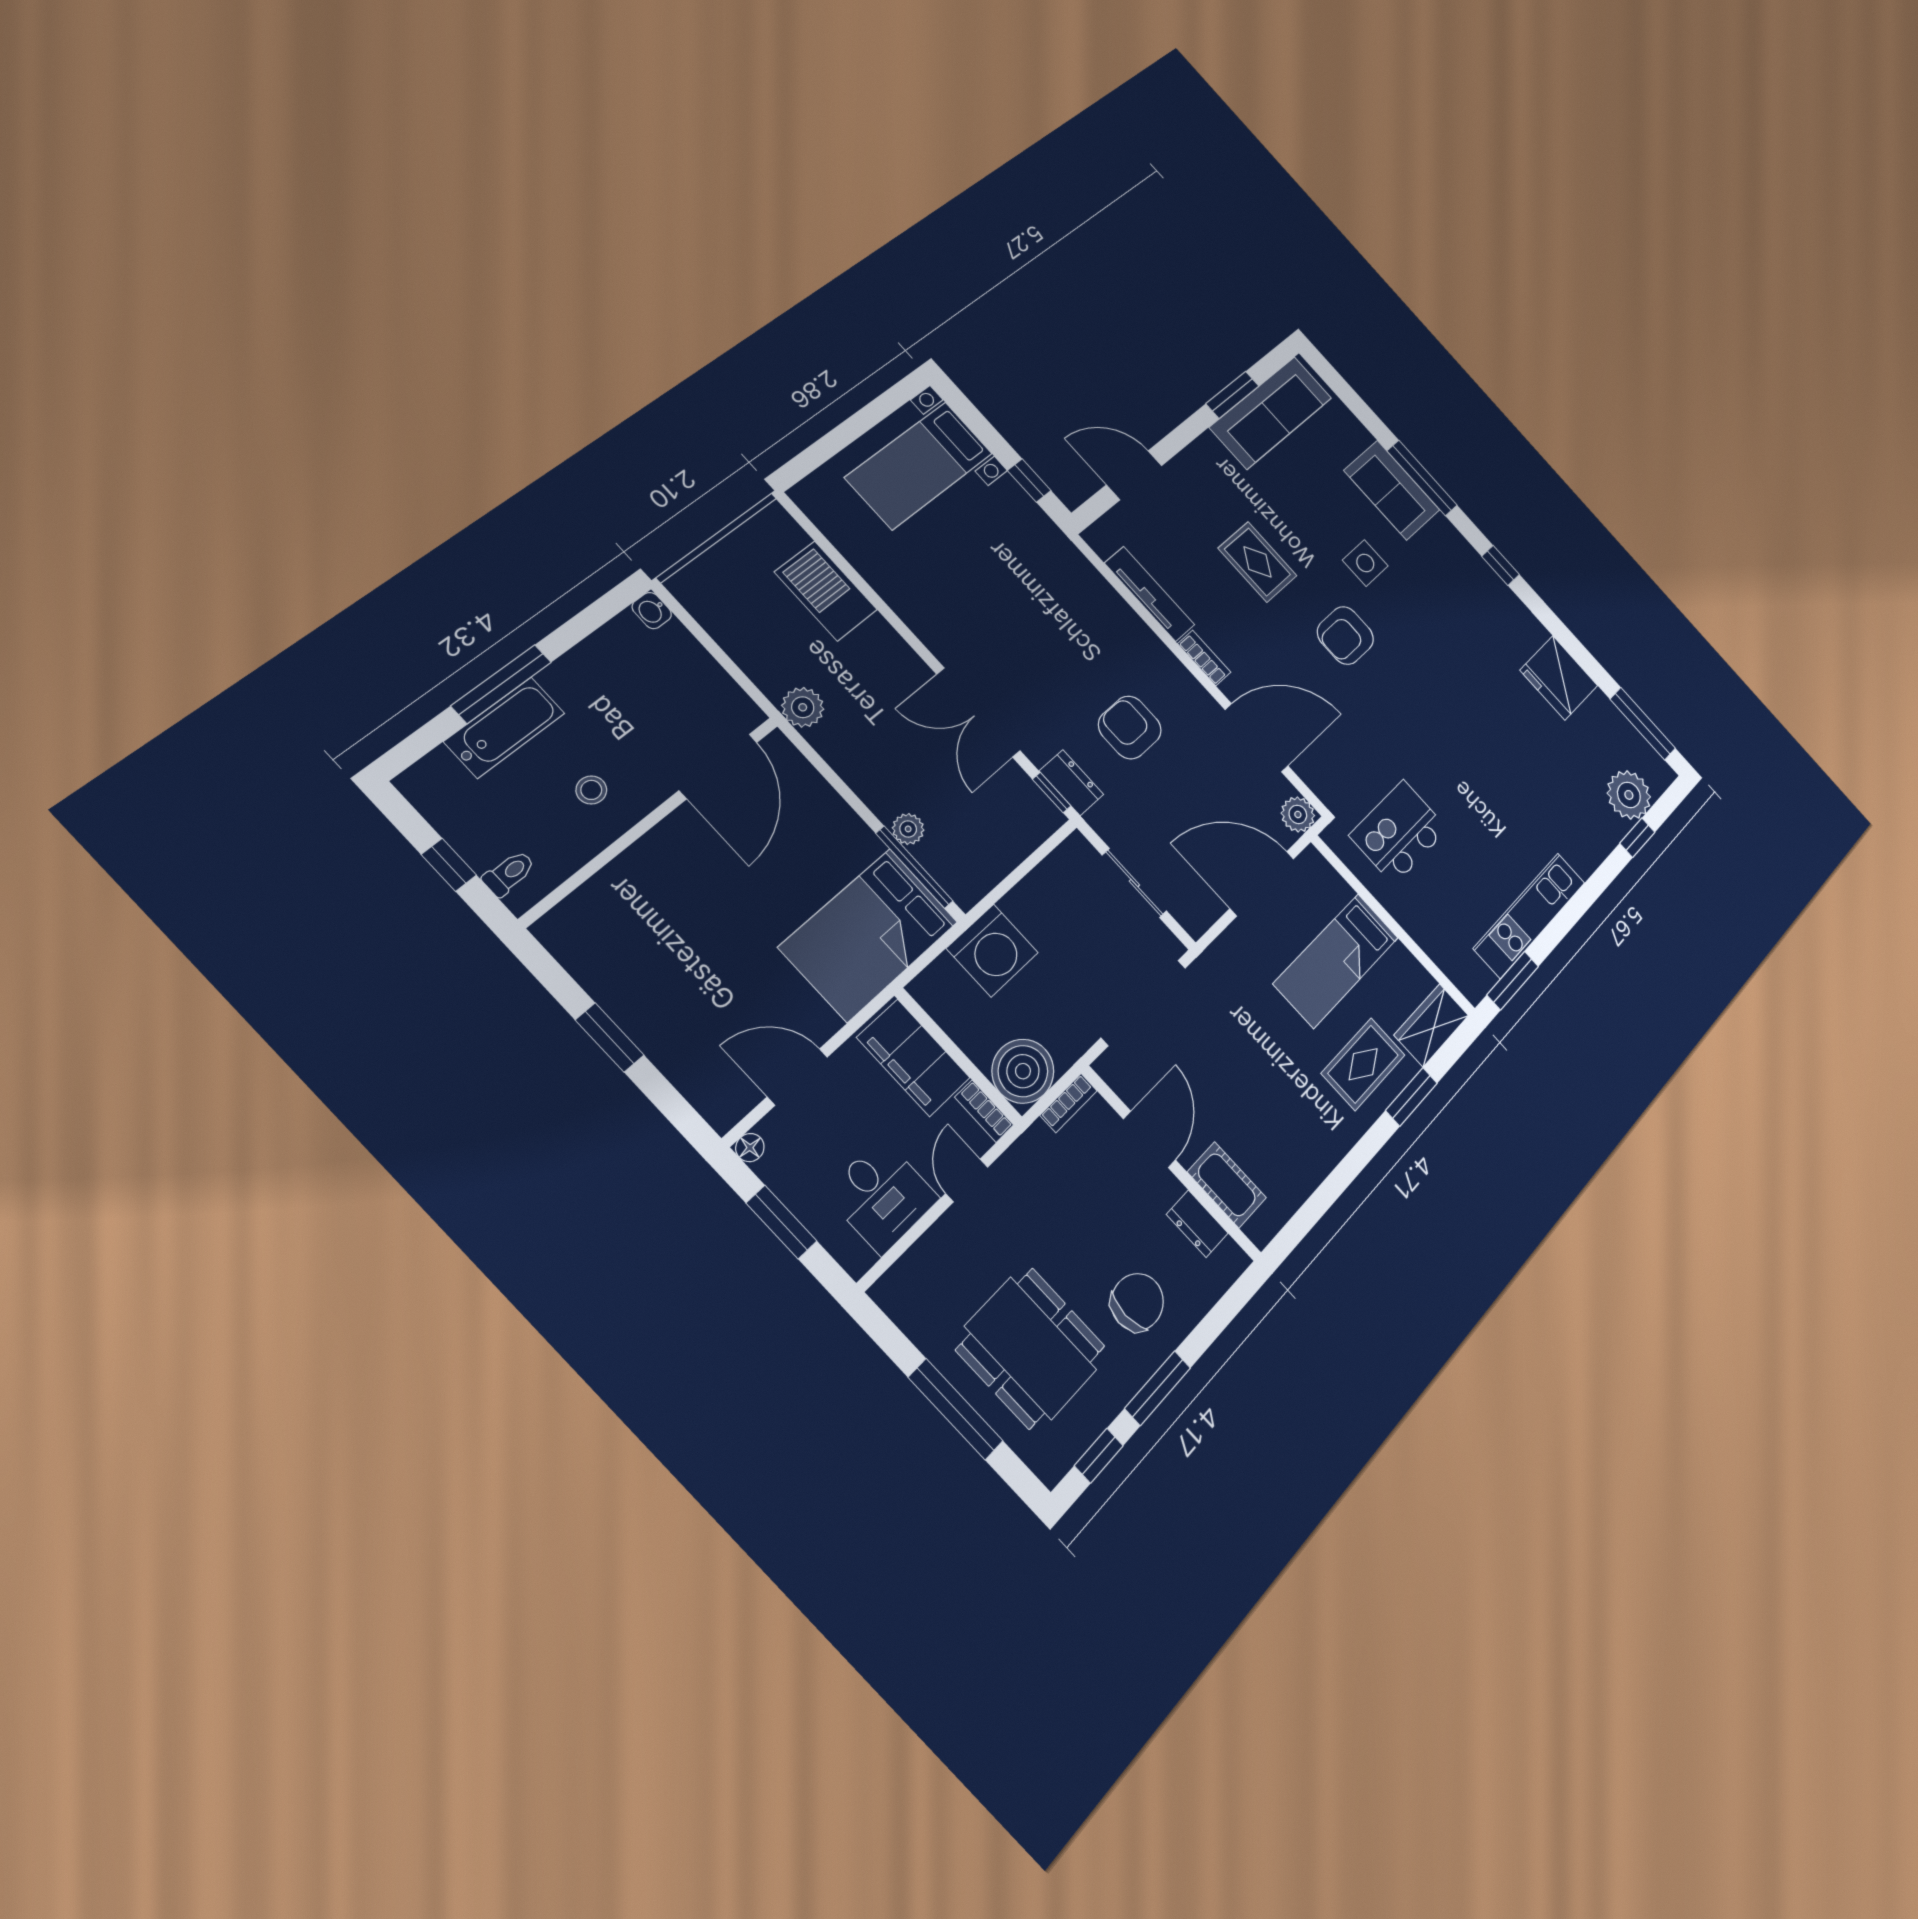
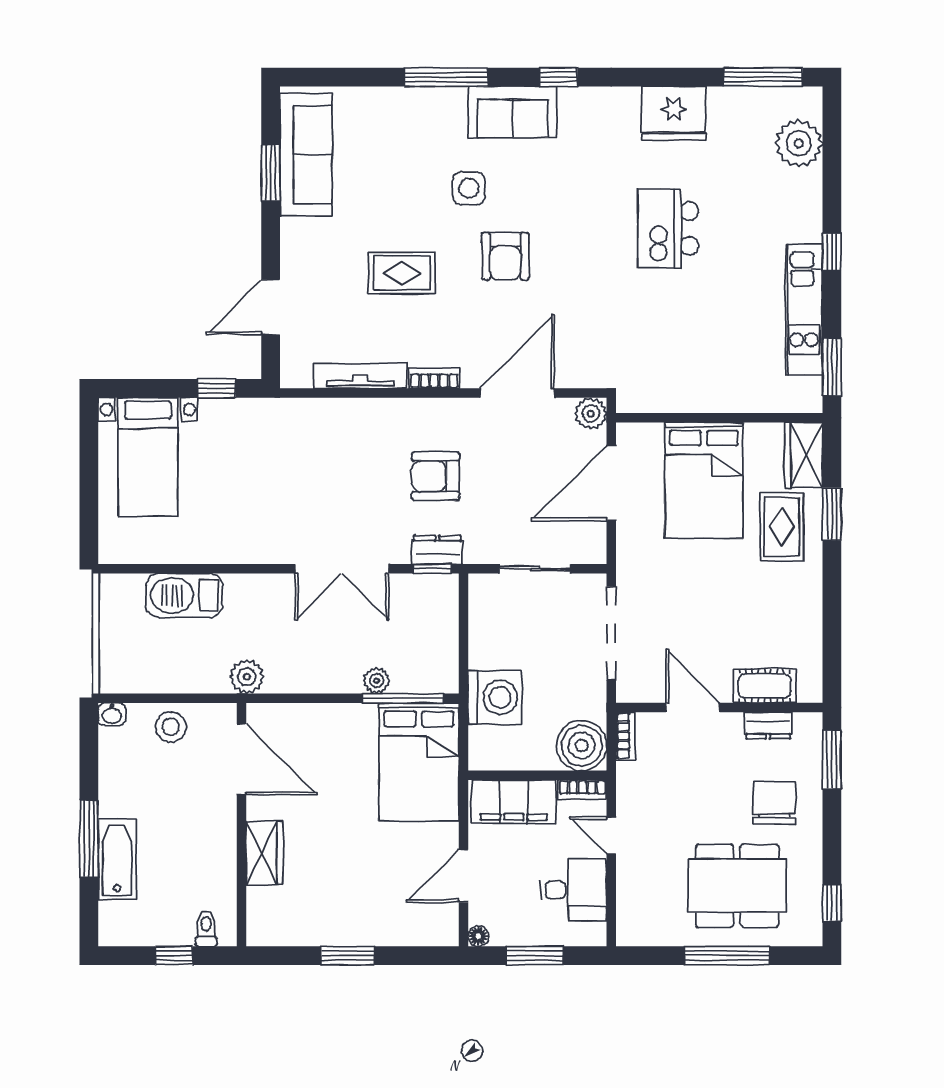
sofa: (1392, 490) -> (513, 112), moved
stool: (591, 790) -> (171, 727), moved, width x1.37, depth x1.37
kitchen island: (1399, 832) -> (668, 228), moved
window: (1637, 838) -> (832, 252), moved
wardrobe: (643, 865) -> (264, 853), added
bed: (1336, 960) -> (704, 480), width x1.50
window: (1158, 1388) -> (832, 760), moved

